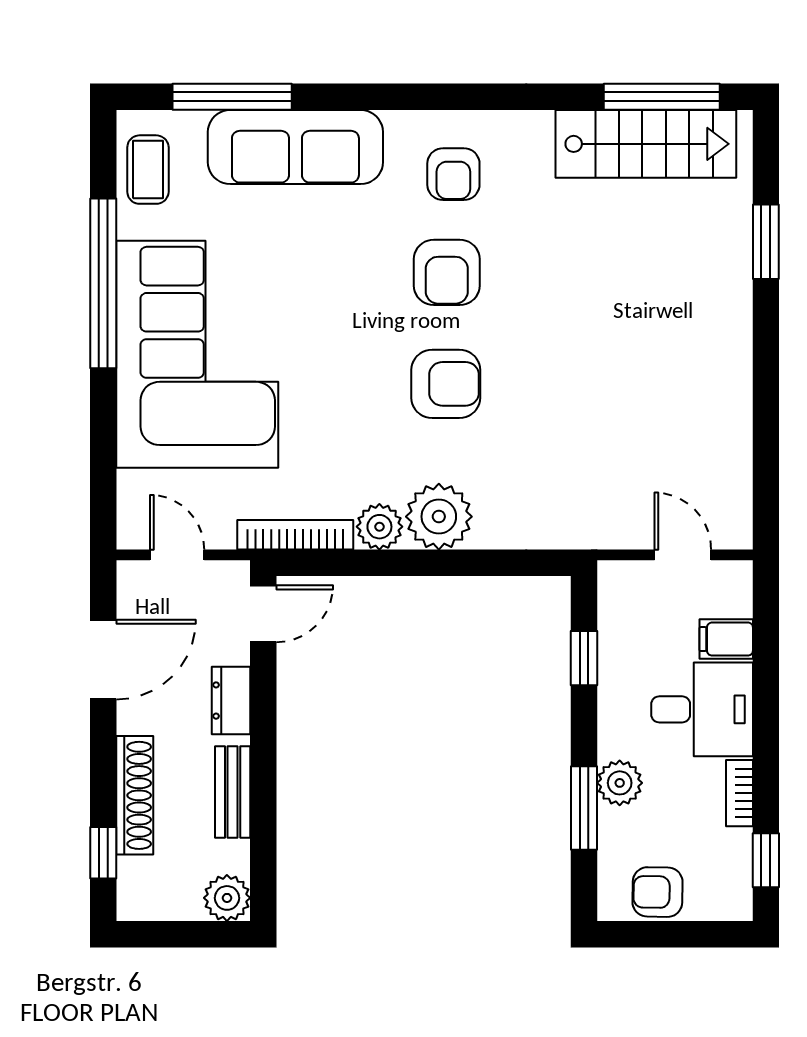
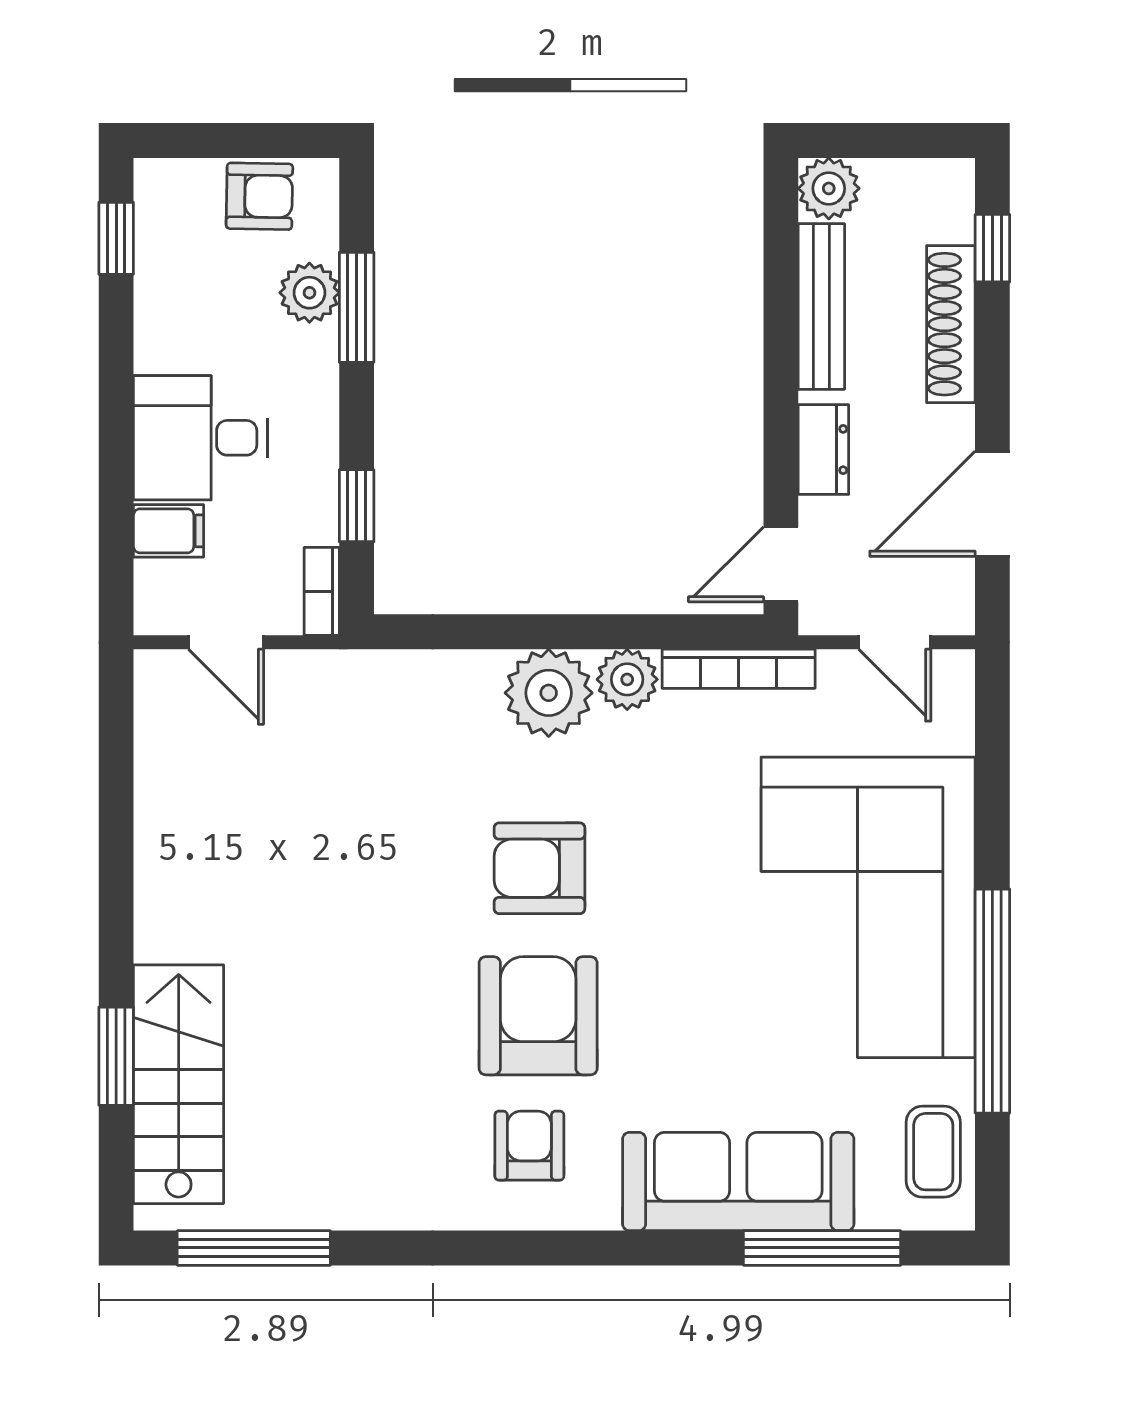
stairs: (646, 144) -> (179, 1084), moved, turned 90
armchair: (447, 272) -> (538, 1016), width x1.36, depth x1.36
plant: (620, 783) -> (309, 293), moved
bench: (233, 792) -> (821, 306), width x1.36
bookcase: (739, 793) -> (322, 591), moved, turned 180

